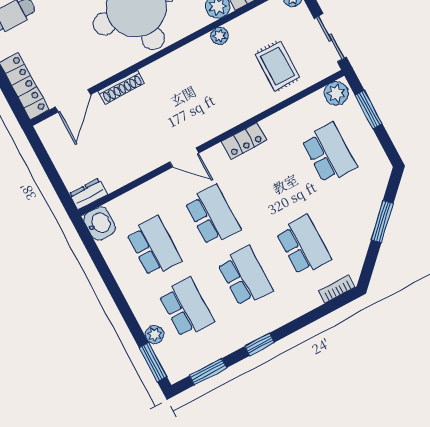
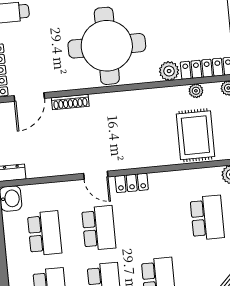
plant: (220, 36) -> (196, 91), moved
rug: (277, 66) -> (195, 135), width x1.36, depth x1.43
locker: (244, 141) -> (132, 183), moved

